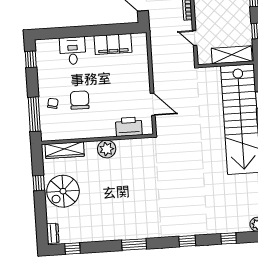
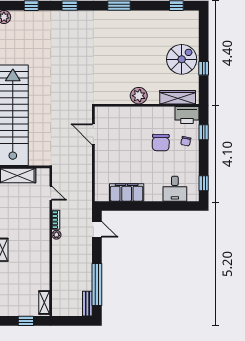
desk: (73, 51) -> (175, 189), moved
window: (34, 114) -> (204, 132), width x0.46
printer: (129, 127) -> (187, 115), moved
dresser: (53, 233) -> (194, 21), removed

